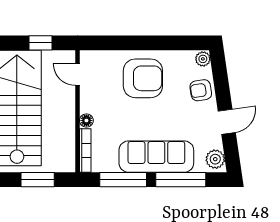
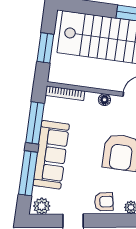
armchair: (201, 90) -> (104, 202), turned 89
floor lamp: (86, 120) -> (104, 100), moved

